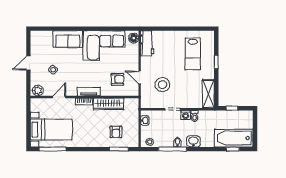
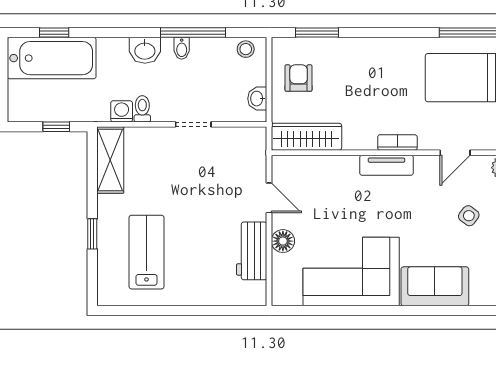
floor lamp: (134, 38) -> (283, 241), moved
workbench: (147, 43) -> (252, 251), moved
armchair: (118, 79) -> (320, 194), removed
stool: (162, 85) -> (217, 181), removed
wardrobe: (109, 104) -> (306, 137), moved
washing machine: (186, 115) -> (122, 111), moved
armchair: (116, 132) -> (299, 78), moved

